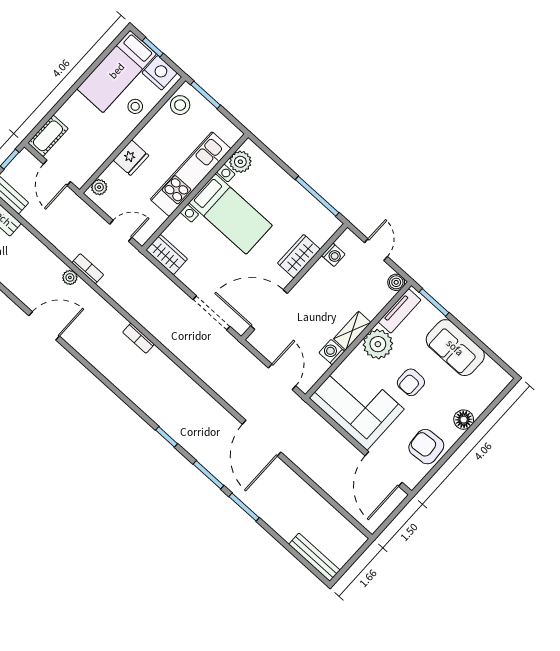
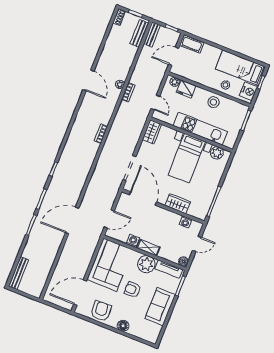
stool: (180, 105) -> (213, 102), moved
fridge: (131, 158) -> (186, 89), moved

